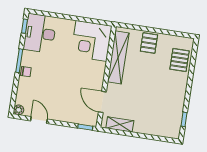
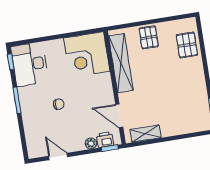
chair: (26, 72) -> (59, 104), moved
plant: (19, 110) -> (91, 143), moved
printer: (84, 118) -> (105, 140), added

